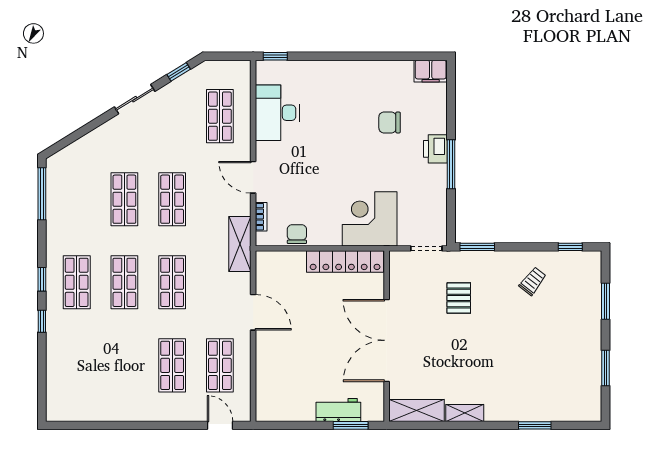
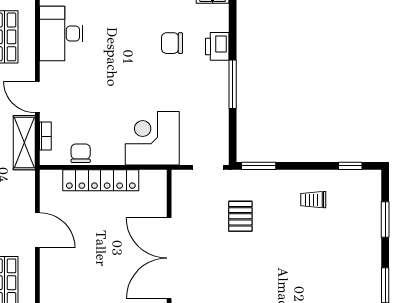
printer: (435, 149) -> (217, 46), moved
shelving: (240, 244) -> (24, 143), moved
locker: (345, 262) -> (101, 180), moved
trolley: (533, 281) -> (313, 200), turned -128

